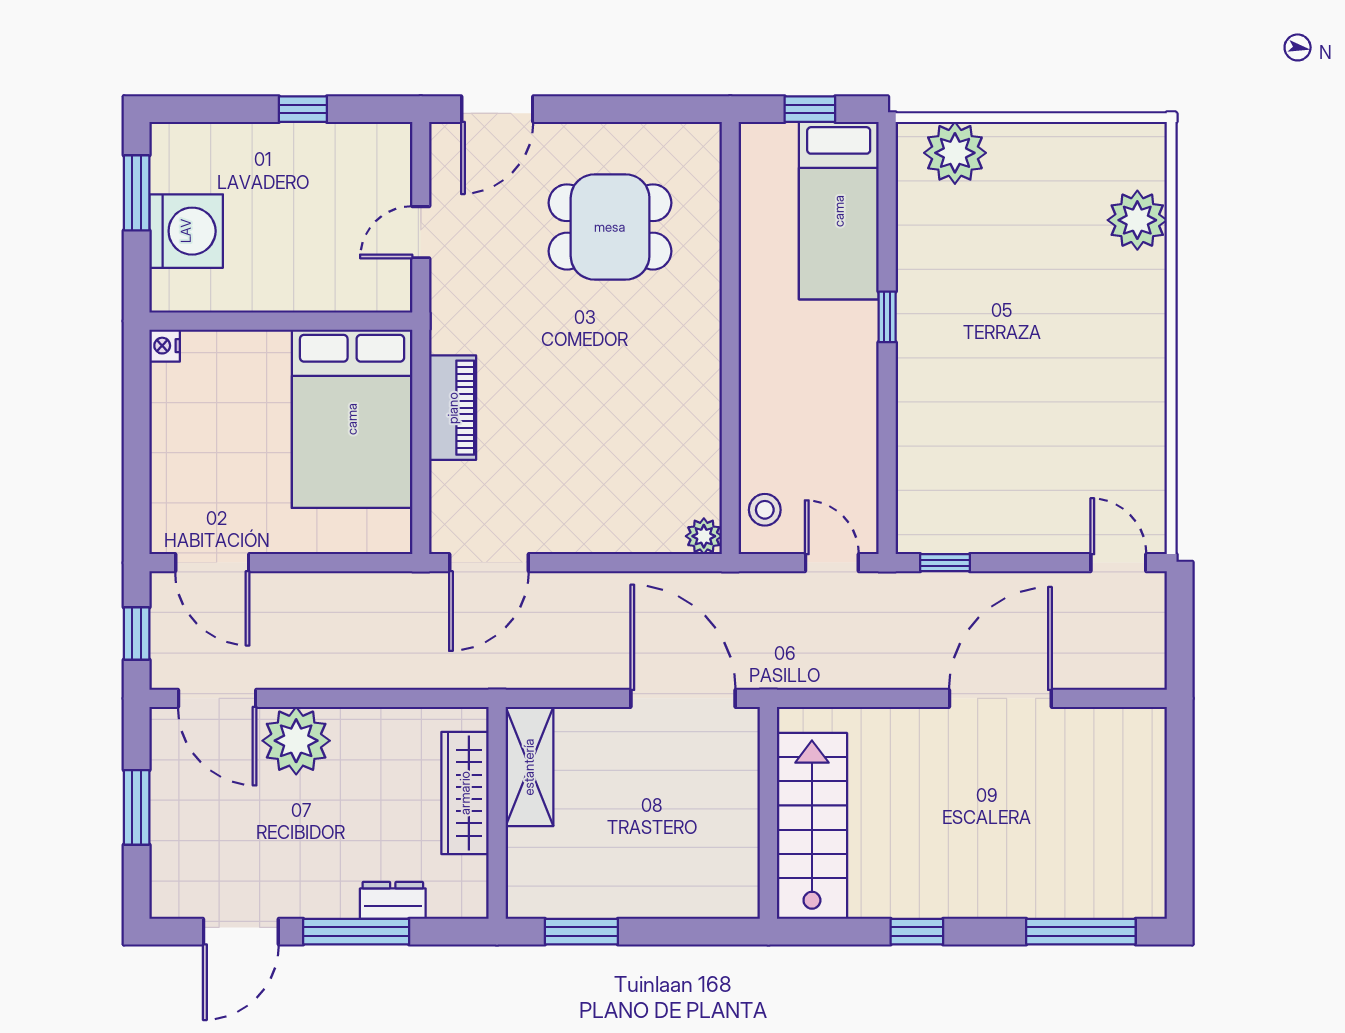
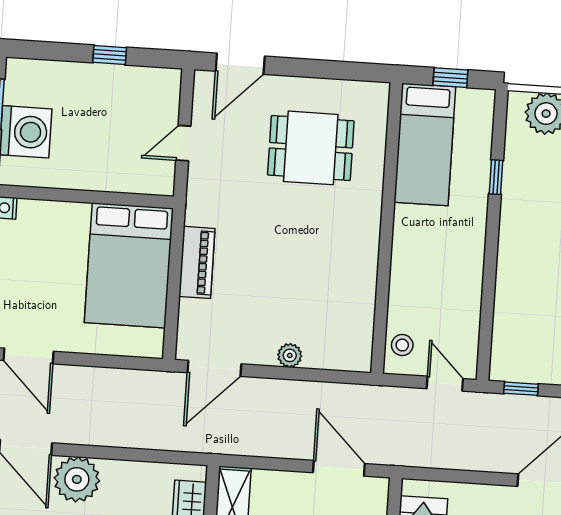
bed: (839, 211) -> (425, 144), moved
window: (887, 317) -> (496, 177), moved
plant: (704, 536) -> (290, 355), moved
door: (683, 698) -> (339, 468), width x0.73

